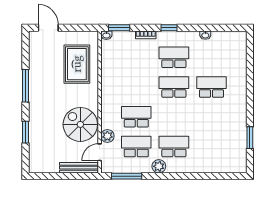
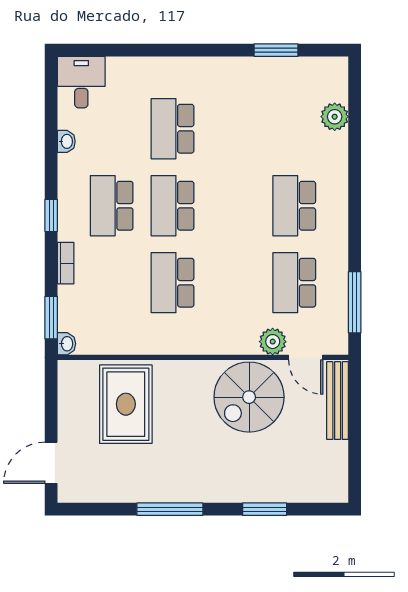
desk: (234, 42) -> (81, 82), added
rug: (77, 64) -> (126, 404), turned 90
school desk: (136, 117) -> (173, 283), moved
plant: (159, 166) -> (335, 117), moved

